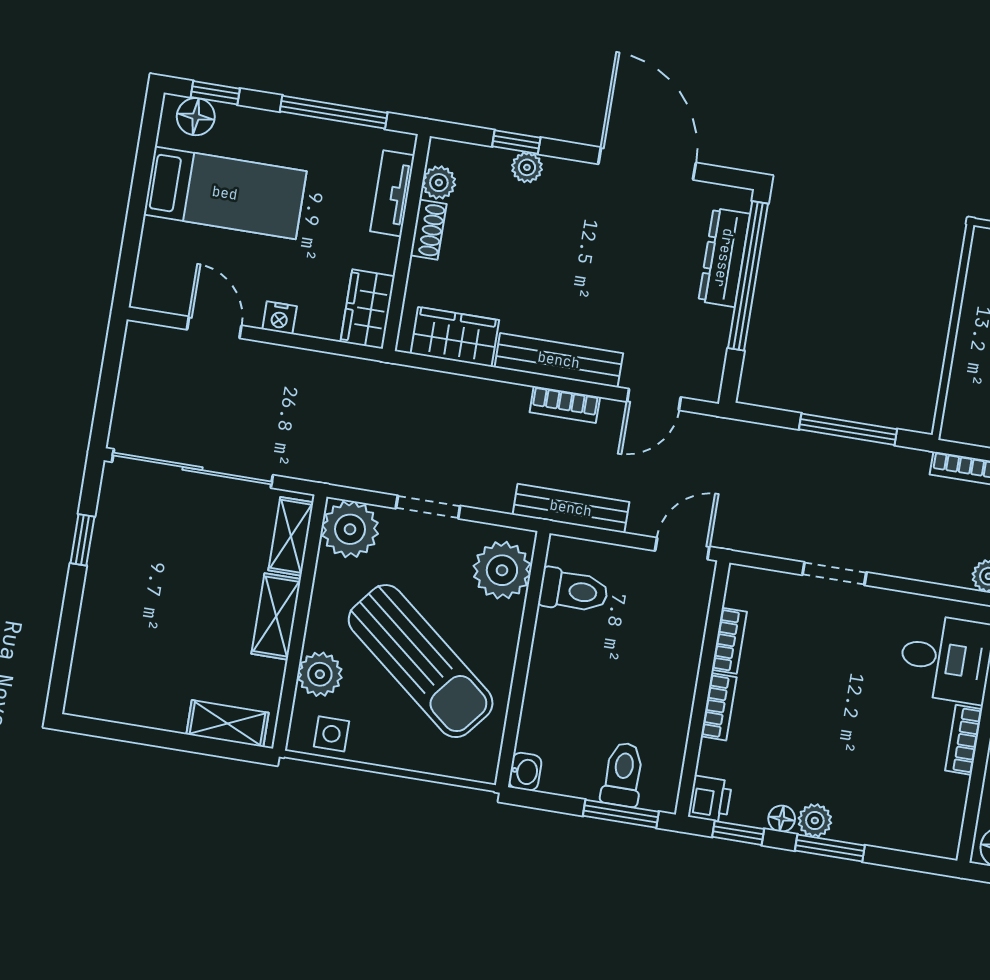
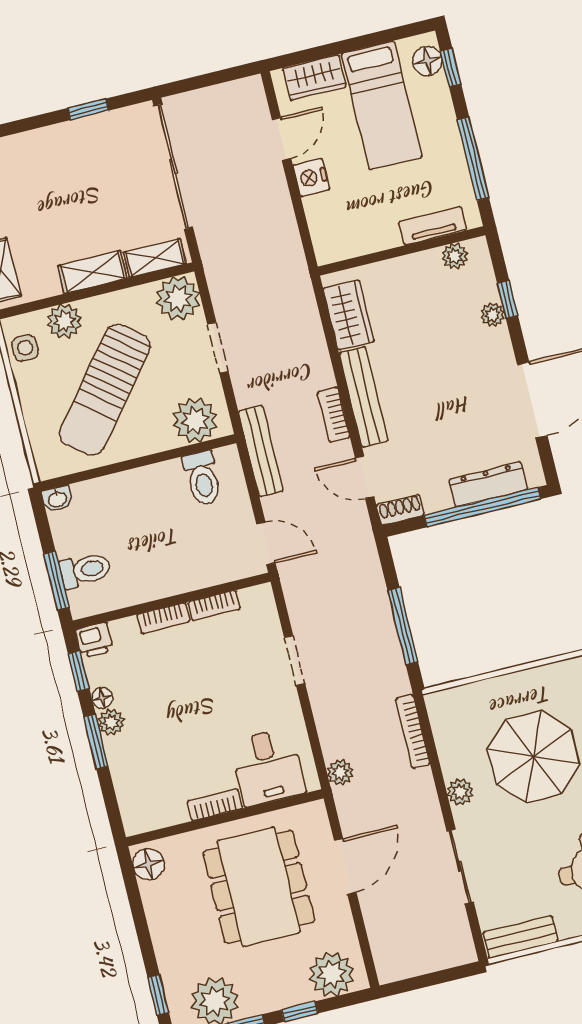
shoe rack: (428, 230) -> (400, 510), moved, turned 180
wardrobe: (368, 309) -> (315, 77), moved, turned 180
nightstand: (280, 318) -> (311, 177), width x1.39, depth x1.35

